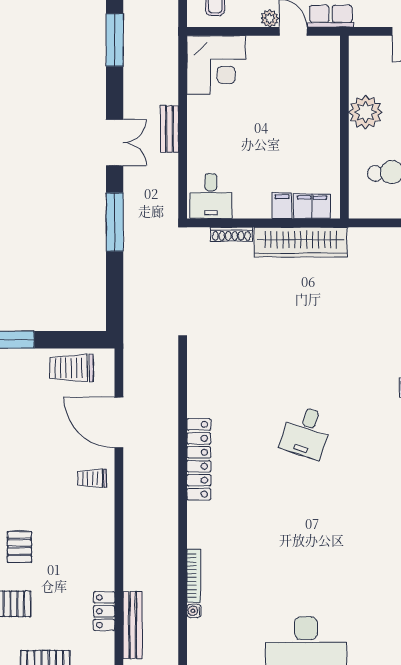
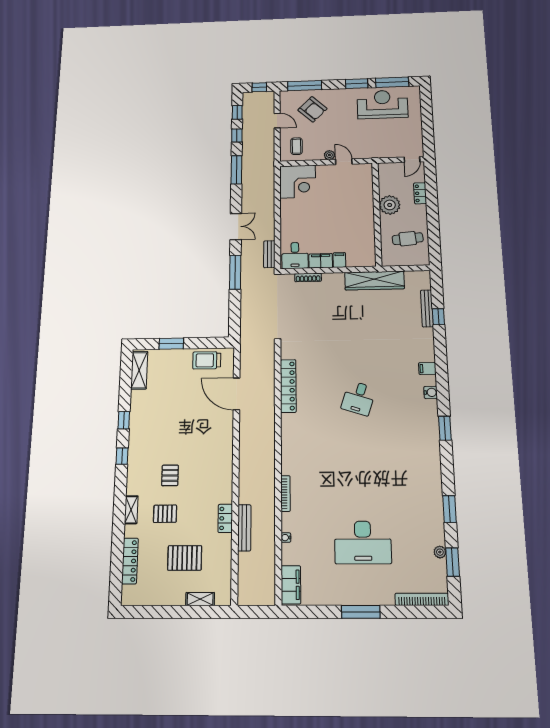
row of seats: (331, 16) -> (366, 153), removed
bench: (170, 129) -> (269, 254), moved
filing cabinet: (312, 206) -> (321, 261), moved
wardrobe: (301, 242) -> (374, 281), moved
locker: (199, 459) -> (288, 386), moved
trolley: (92, 478) -> (219, 430), removed
water cooler: (194, 611) -> (286, 538), moved

